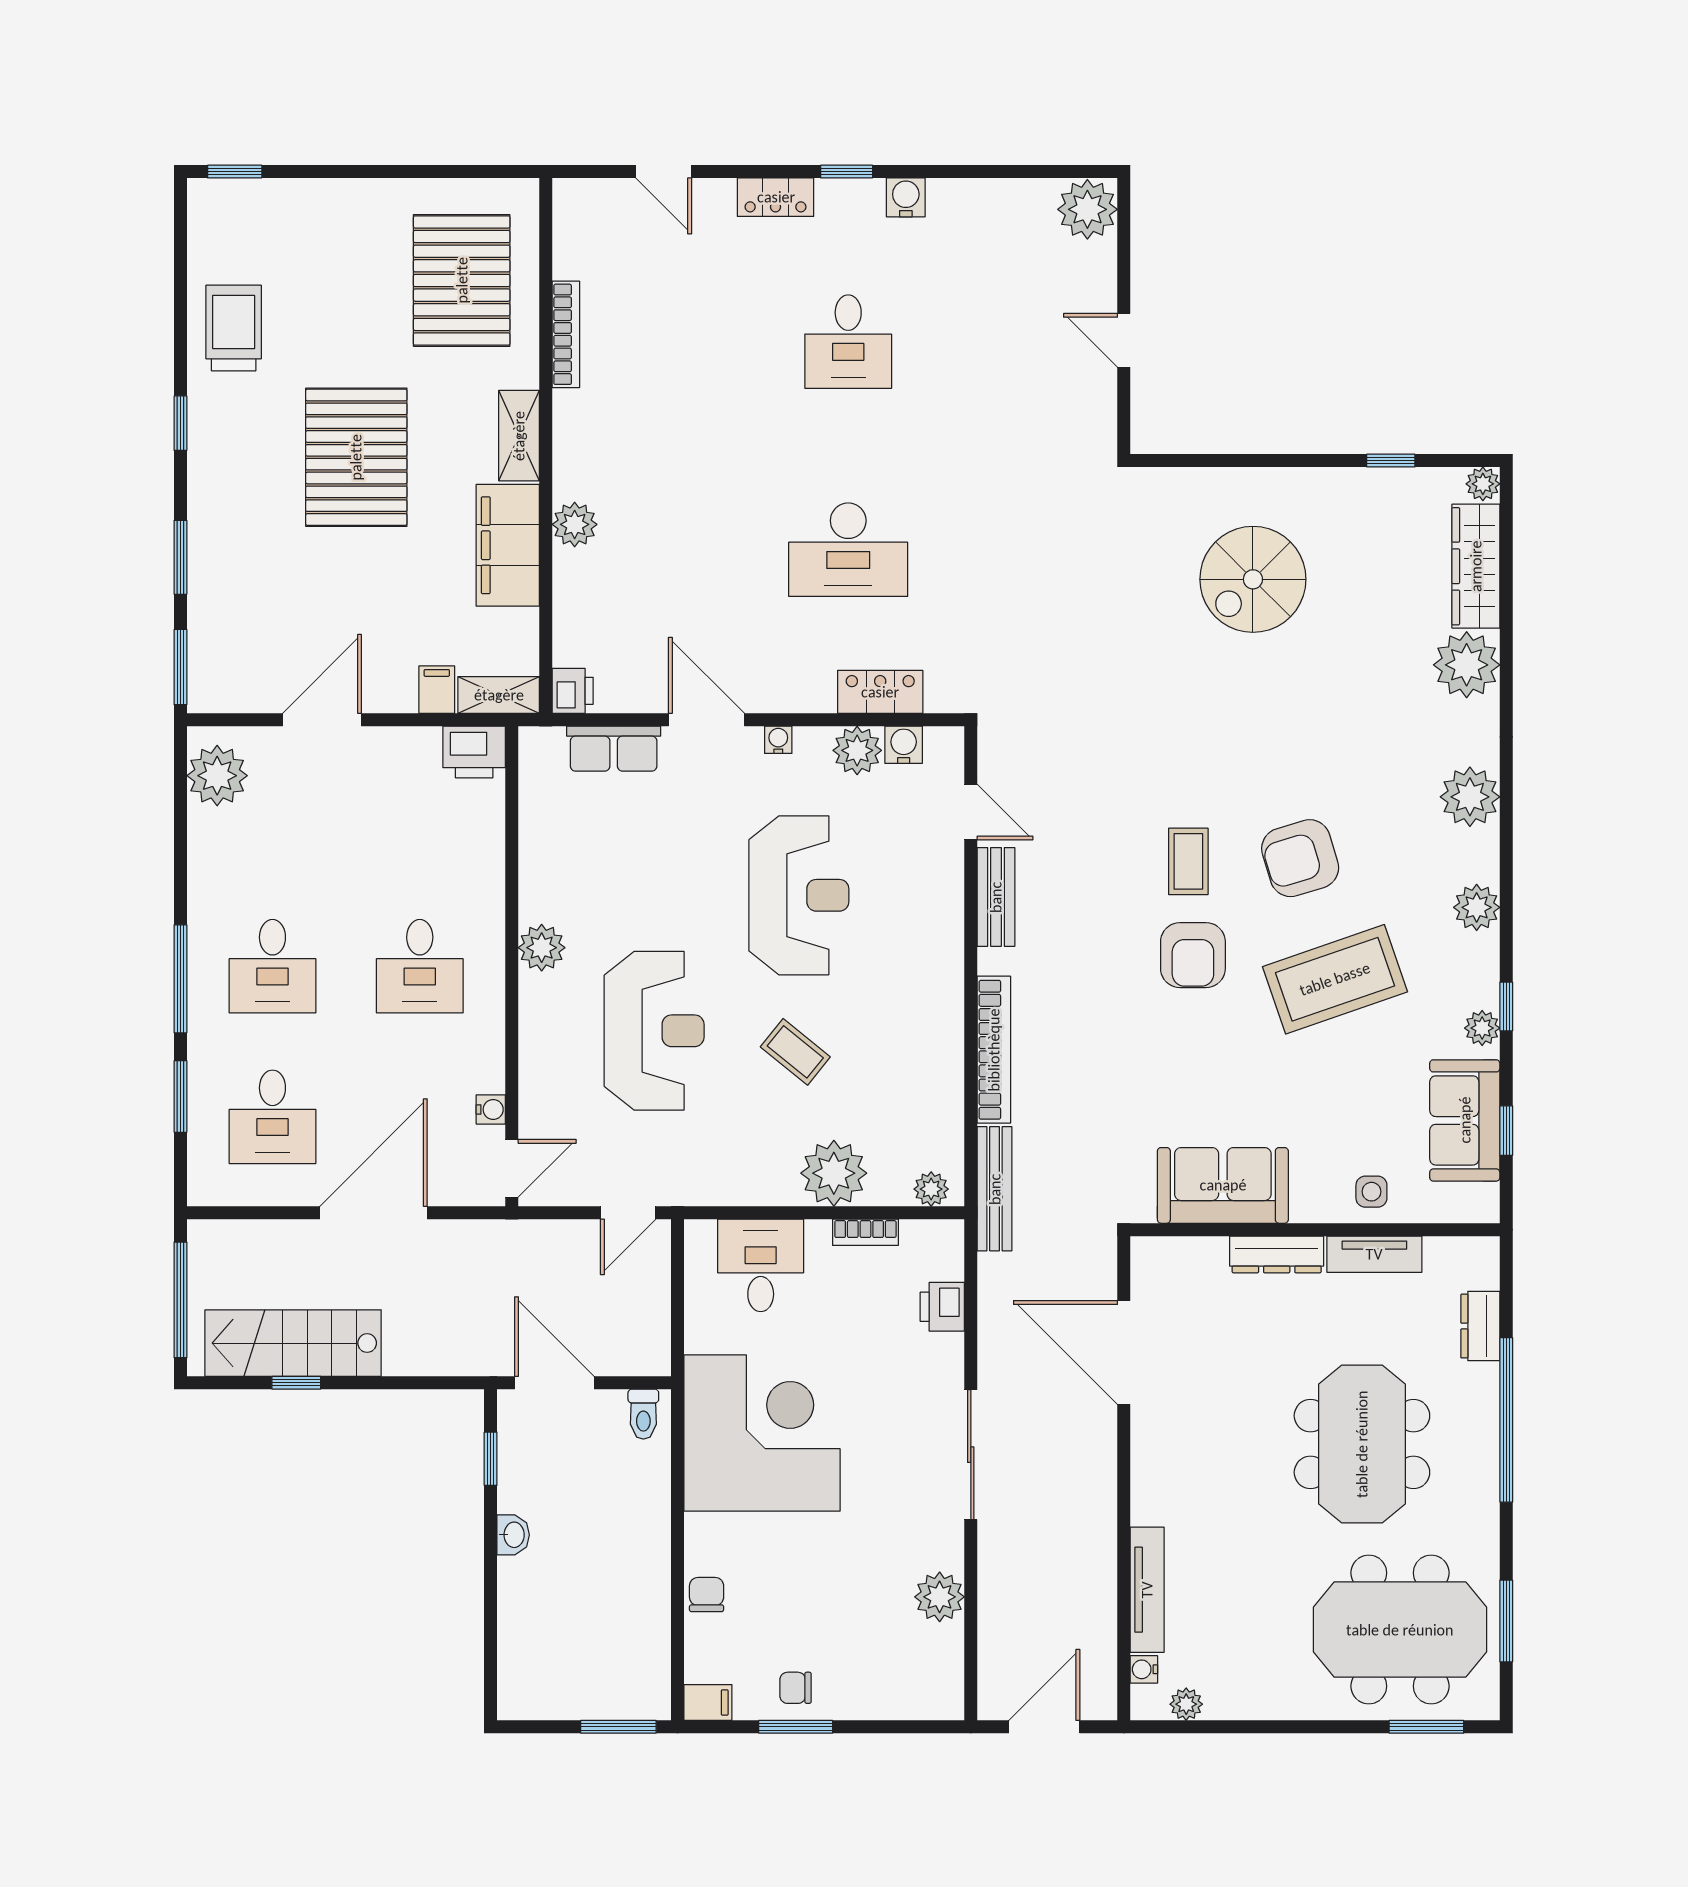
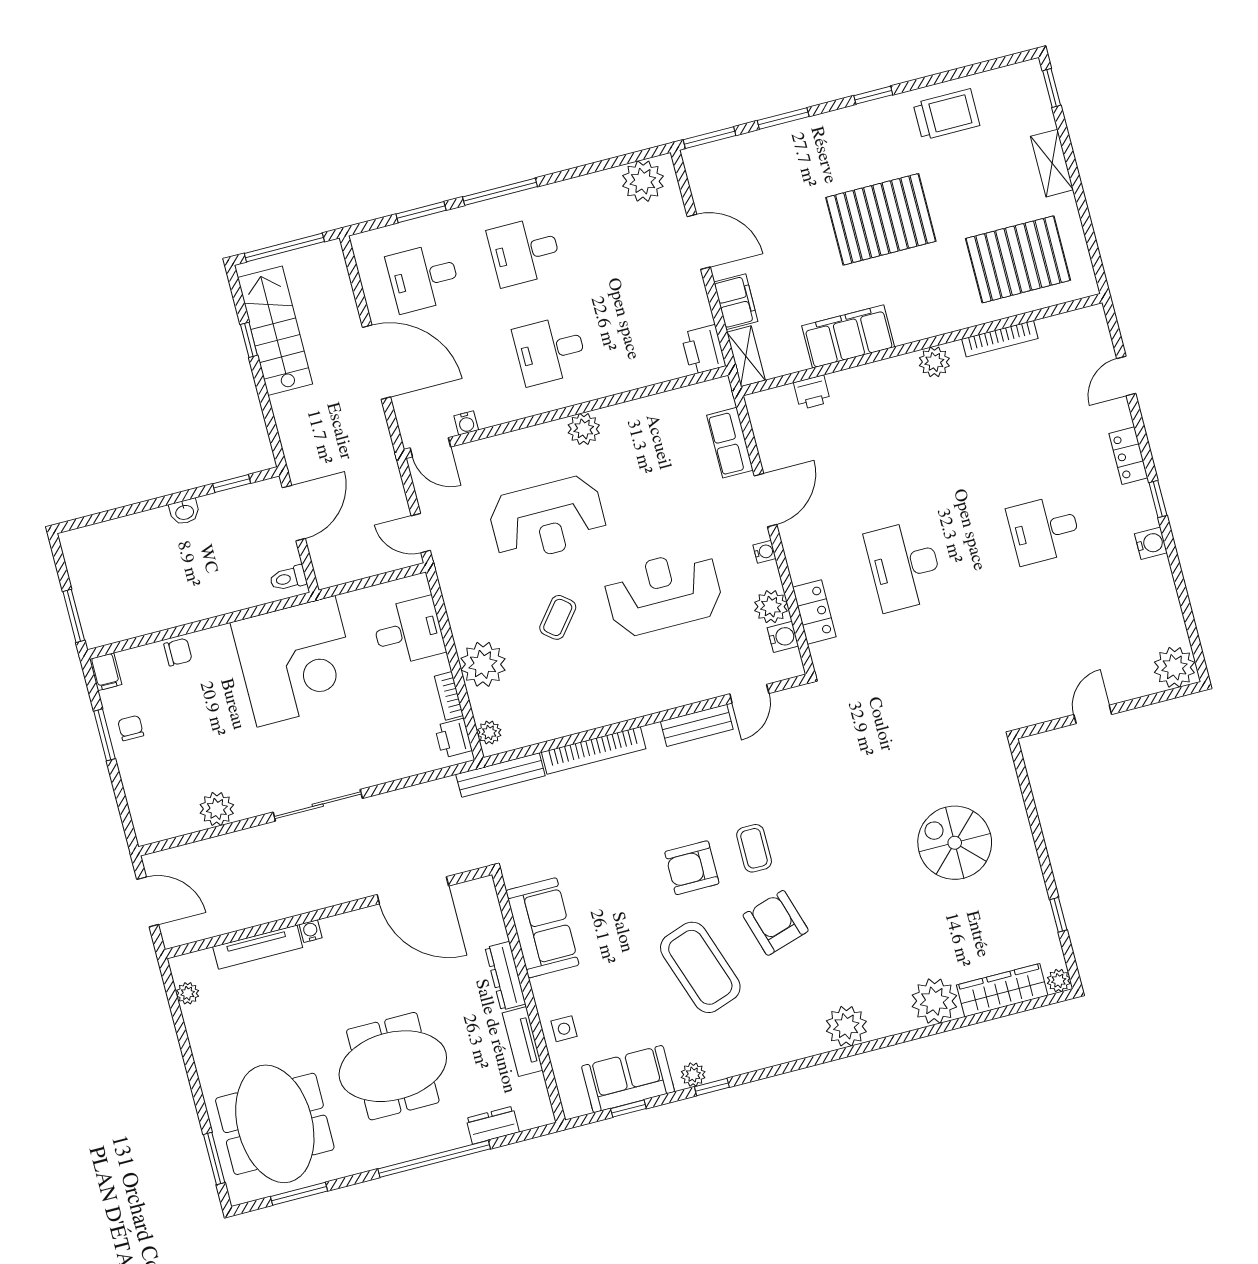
shelving: (519, 436) -> (1052, 163), moved, turned 90
plant: (575, 524) -> (934, 362), moved
filing cabinet: (437, 690) -> (736, 302), width x2.00
printer: (573, 691) -> (812, 392), moved
coffee table: (1188, 861) -> (754, 848), turned 90
reception desk: (799, 895) -> (664, 593), turned 180
plant: (1477, 907) -> (773, 1050), removed
printer: (942, 1307) -> (453, 738), moved, turned -90
door: (1124, 1353) -> (413, 890), swing flipped
water cooler: (1144, 1669) -> (311, 931), moved

